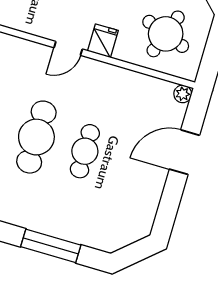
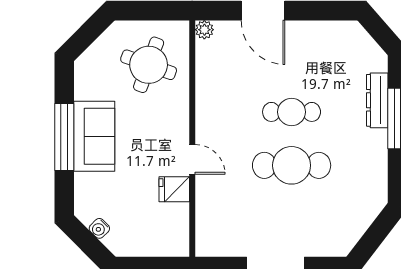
fridge: (103, 41) -> (174, 189), moved
dresser: (73, 232) -> (377, 100), added

